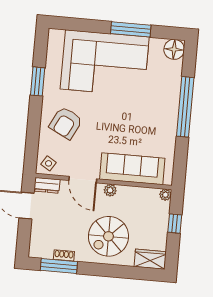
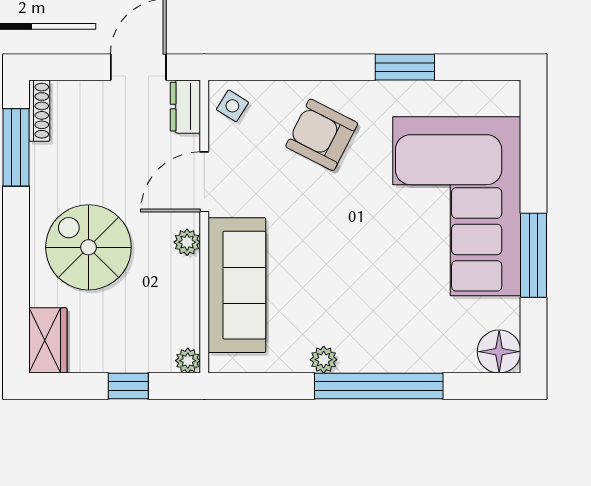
plant: (171, 131) -> (324, 360), added
shoe rack: (64, 255) -> (39, 111), moved, width x1.43

